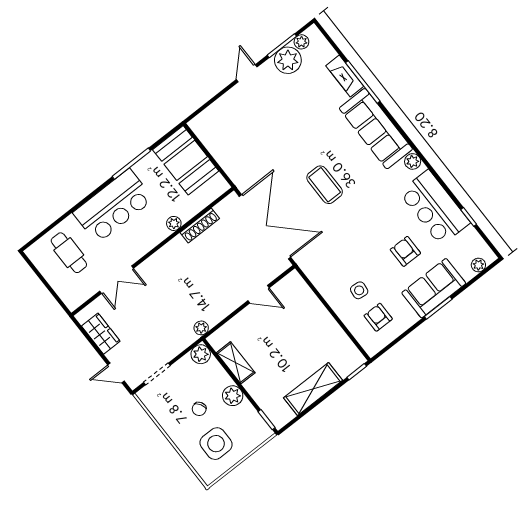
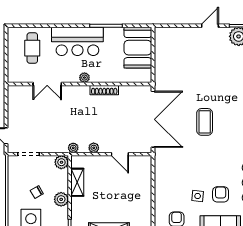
plant: (174, 223) -> (84, 78), moved
shoe rack: (200, 225) -> (104, 90), moved
side table: (359, 290) -> (198, 196), moved
plant: (224, 310) -> (94, 148), added
wardrobe: (101, 334) -> (15, 107), removed

